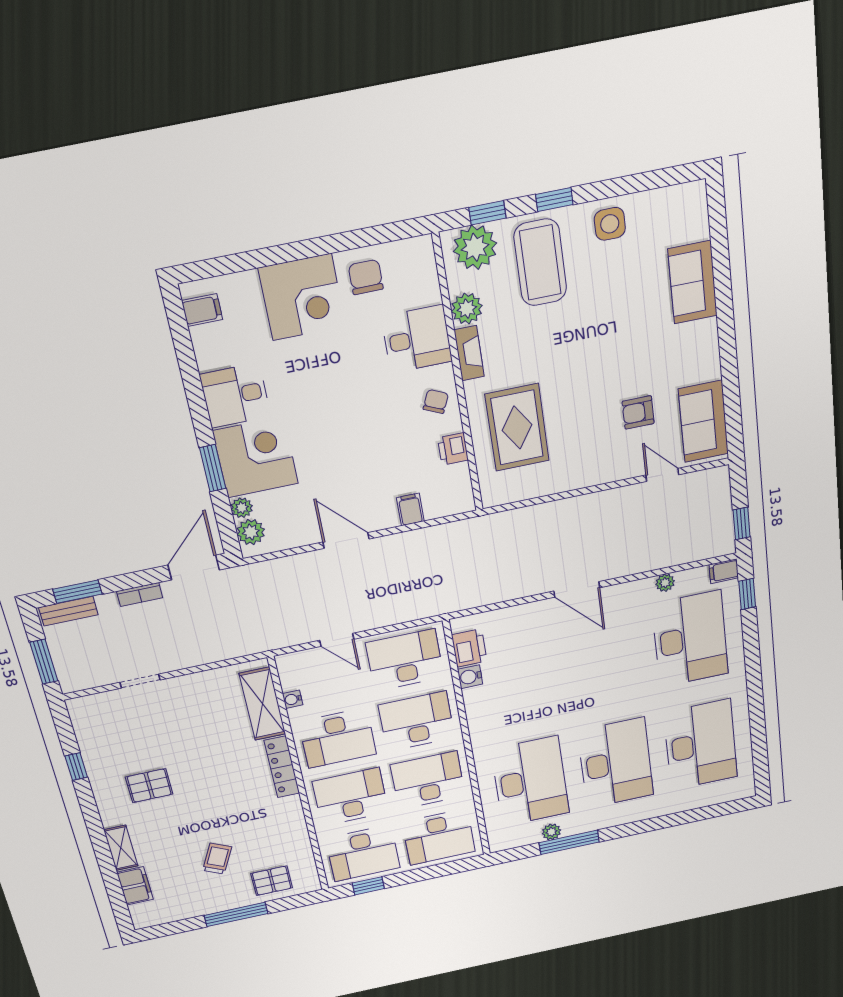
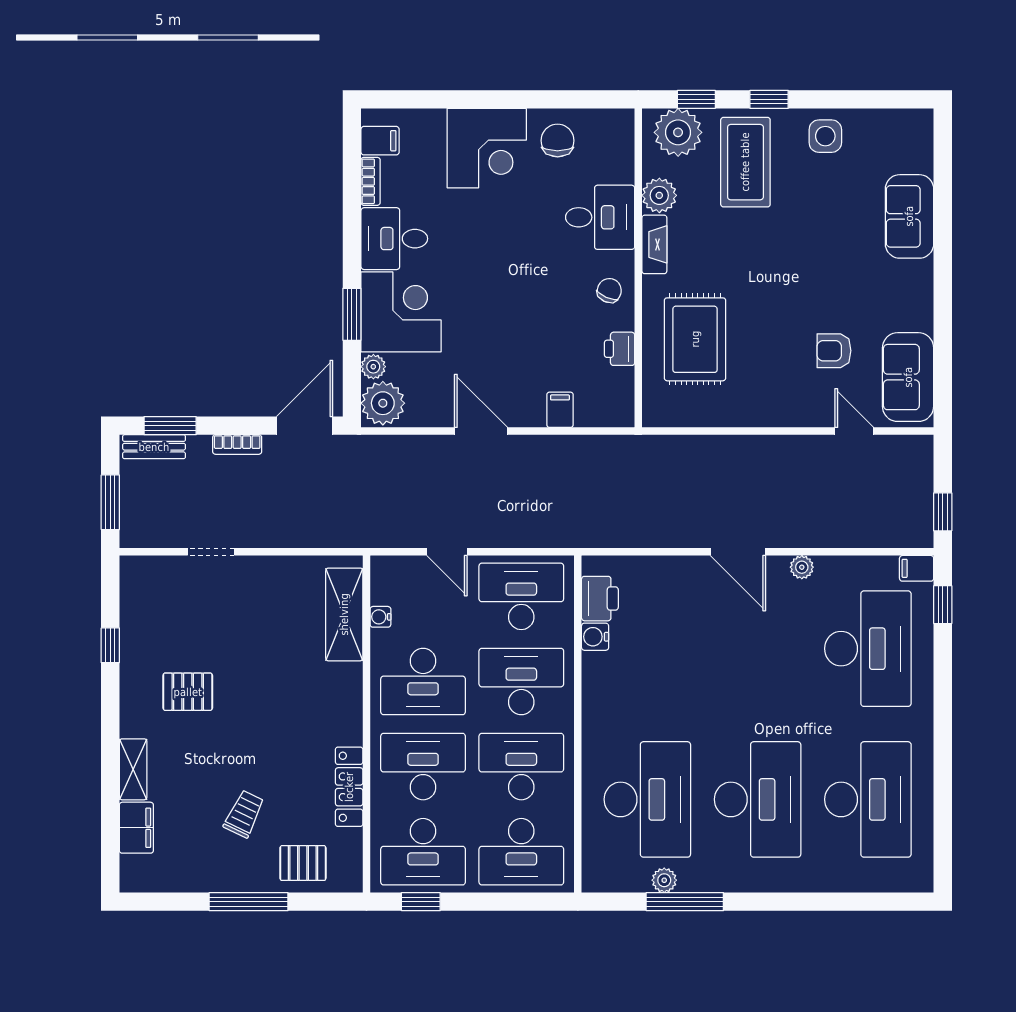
bookcase: (202, 349) -> (371, 181), added
plant: (251, 532) -> (383, 403), width x1.36, depth x1.36
plant: (665, 583) -> (802, 567), moved
locker: (282, 767) -> (349, 787), moved

